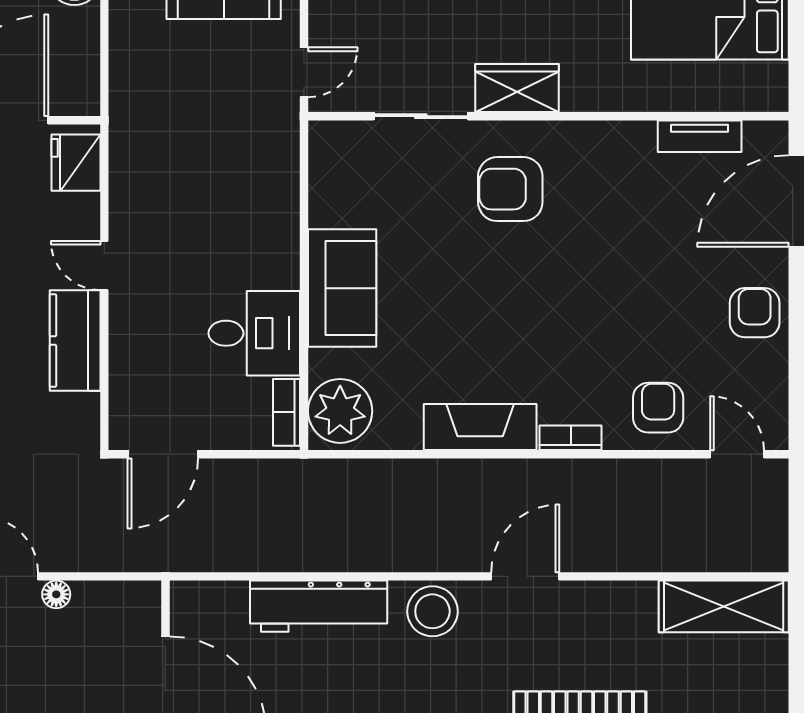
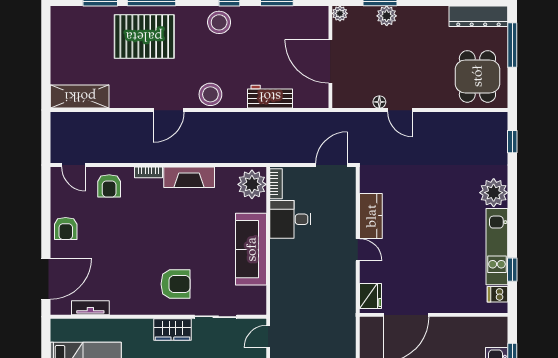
sofa: (342, 288) -> (251, 249), width x1.36
workbench: (319, 606) -> (270, 97), width x0.73

